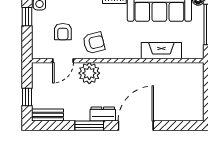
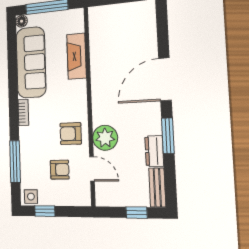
armchair: (94, 43) -> (71, 134), turned -76
dresser: (103, 114) -> (154, 151), moved
door: (136, 126) -> (165, 79), hinge flipped

